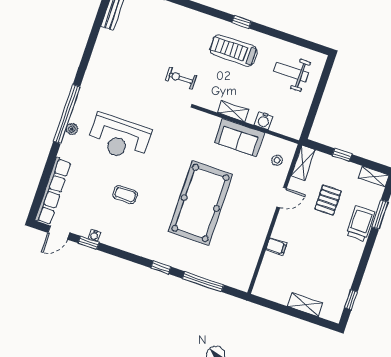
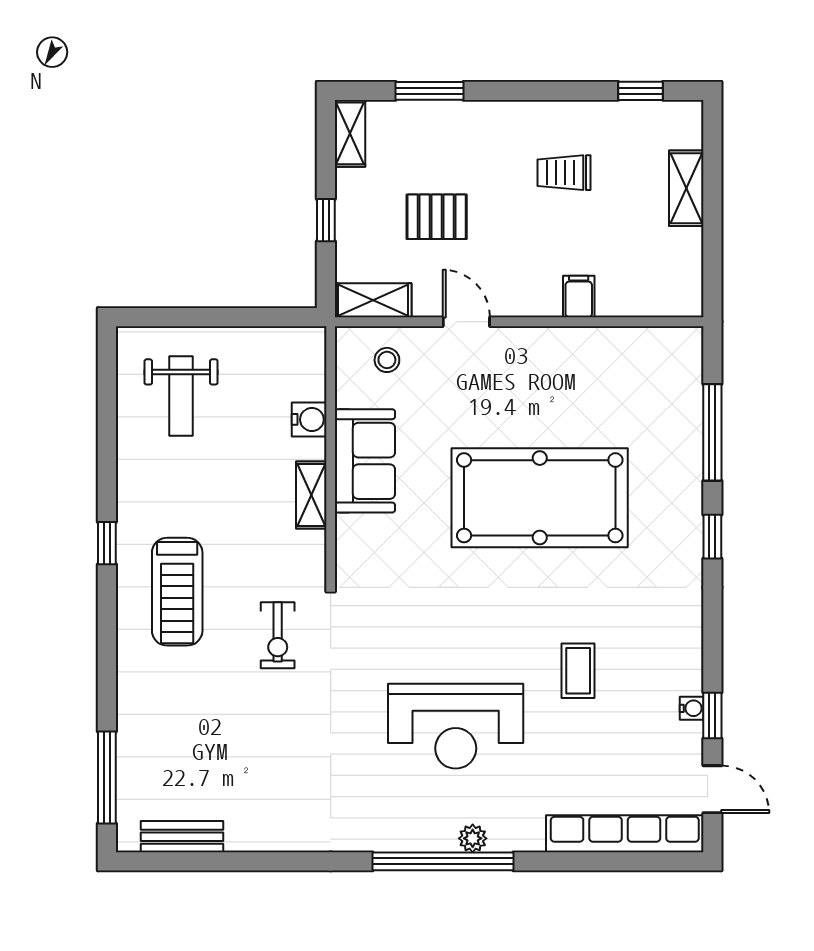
treadmill: (234, 50) -> (177, 592), moved
reception desk: (120, 138) -> (456, 726), turned 90
trolley: (361, 223) -> (564, 173), moved, width x0.73, depth x0.72

